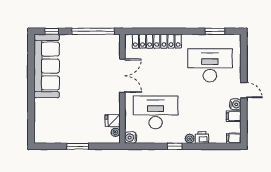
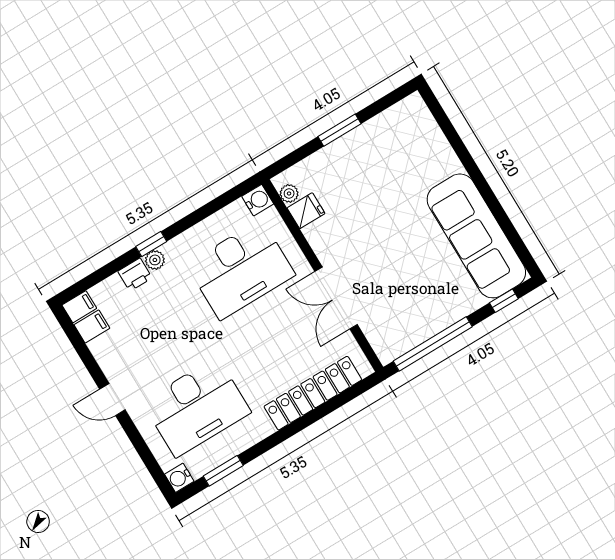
water cooler: (235, 104) -> (179, 478), moved
filing cabinet: (234, 116) -> (92, 326), moved
window: (175, 146) -> (151, 244), moved

